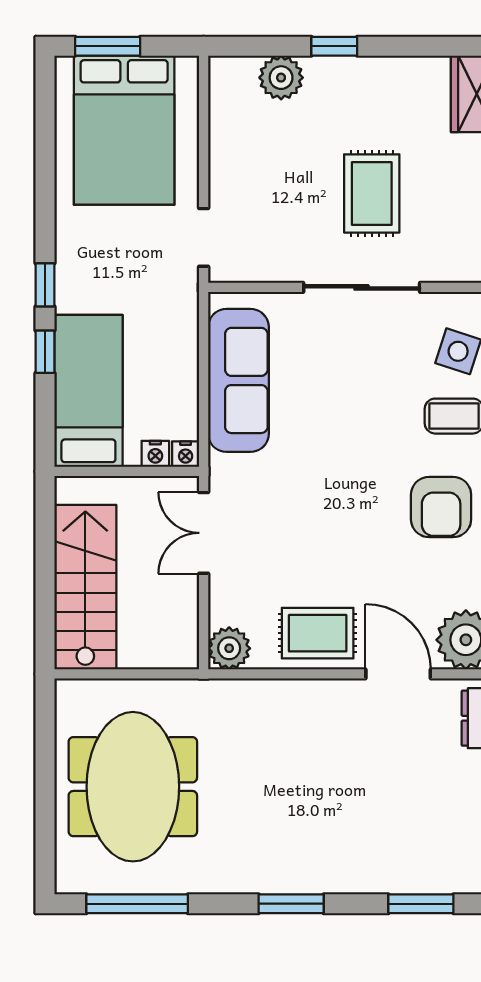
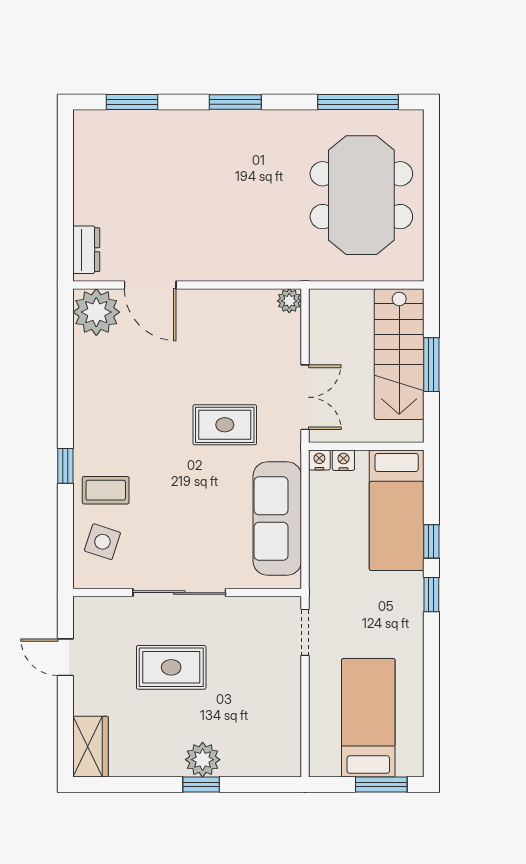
plant: (281, 78) -> (203, 760), moved
bed: (124, 130) -> (368, 718), width x0.67
rug: (372, 193) -> (171, 667), turned 90
armchair: (441, 507) -> (116, 418), removed
window: (45, 574) -> (431, 365), added
rug: (318, 633) -> (225, 425), moved
plant: (229, 648) -> (289, 301), width x0.73, depth x0.73

